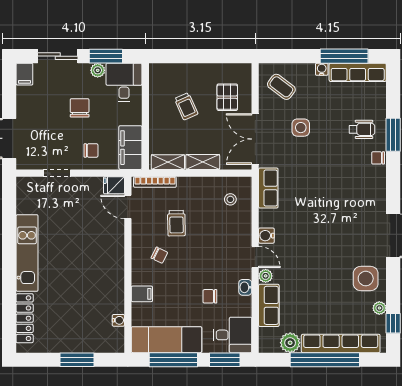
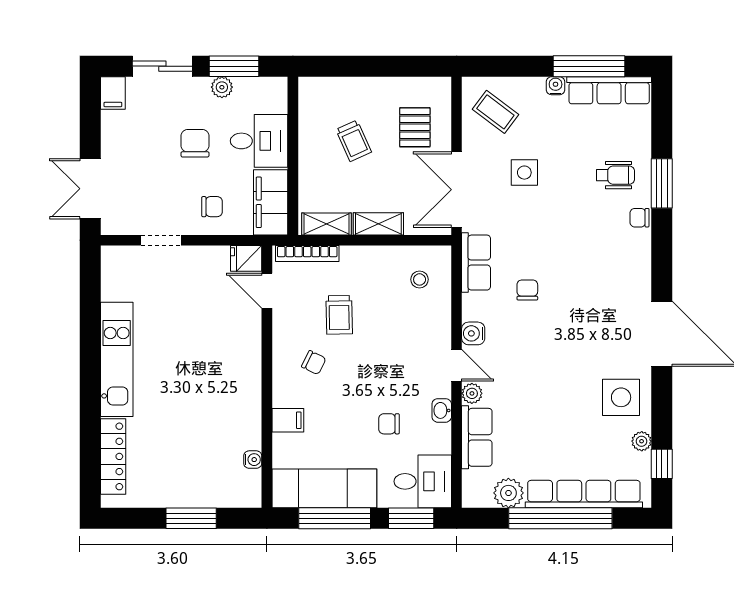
desk: (124, 82) -> (259, 141), moved, turned 90
chair: (303, 206) -> (527, 290), added

